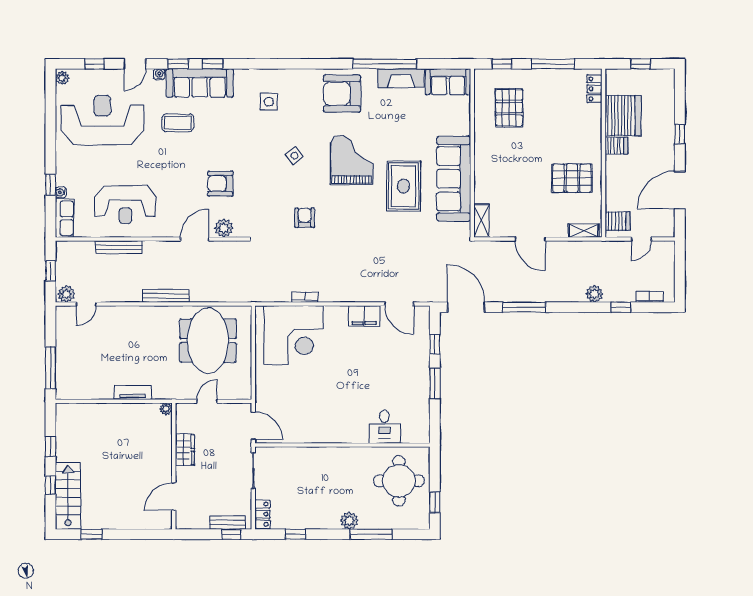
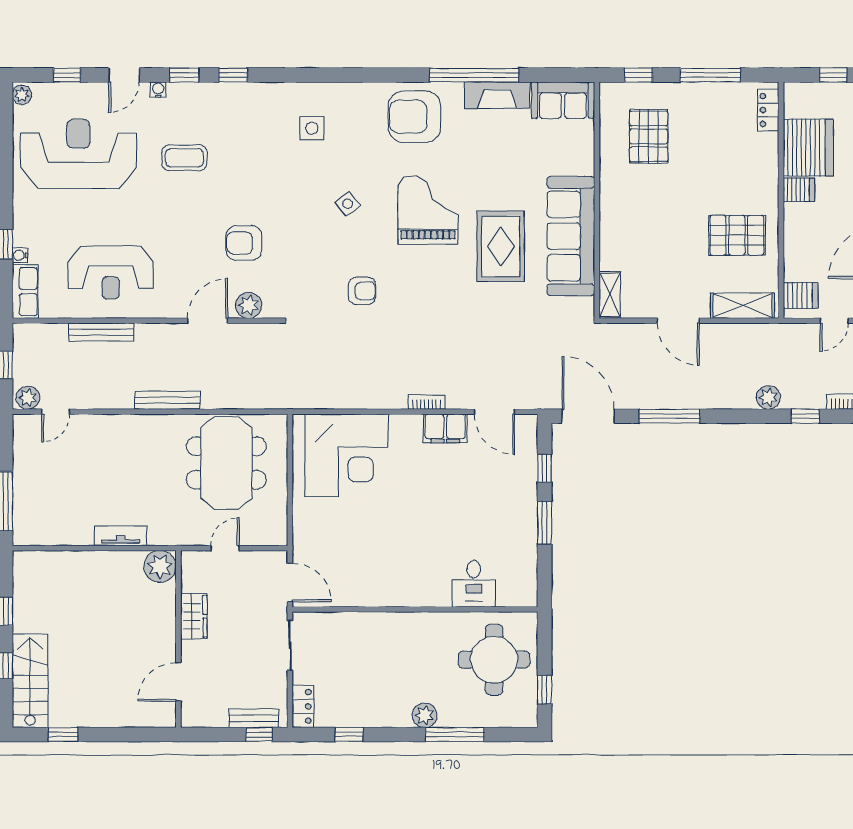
sofa: (200, 83) -> (215, 102), removed
armchair: (305, 218) -> (362, 291), turned 90
shelving: (584, 231) -> (742, 306), width x1.50, depth x1.33
bookcase: (305, 297) -> (427, 402), moved
plant: (166, 409) -> (160, 566), width x1.88, depth x1.88

